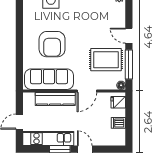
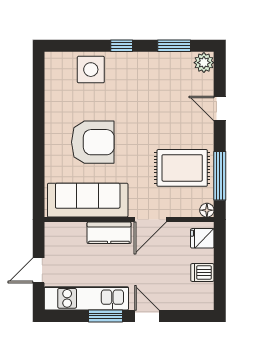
door: (129, 36) -> (220, 109), moved
armchair: (52, 44) -> (93, 142), turned -90
kitchen counter: (55, 99) -> (109, 233), width x0.67

